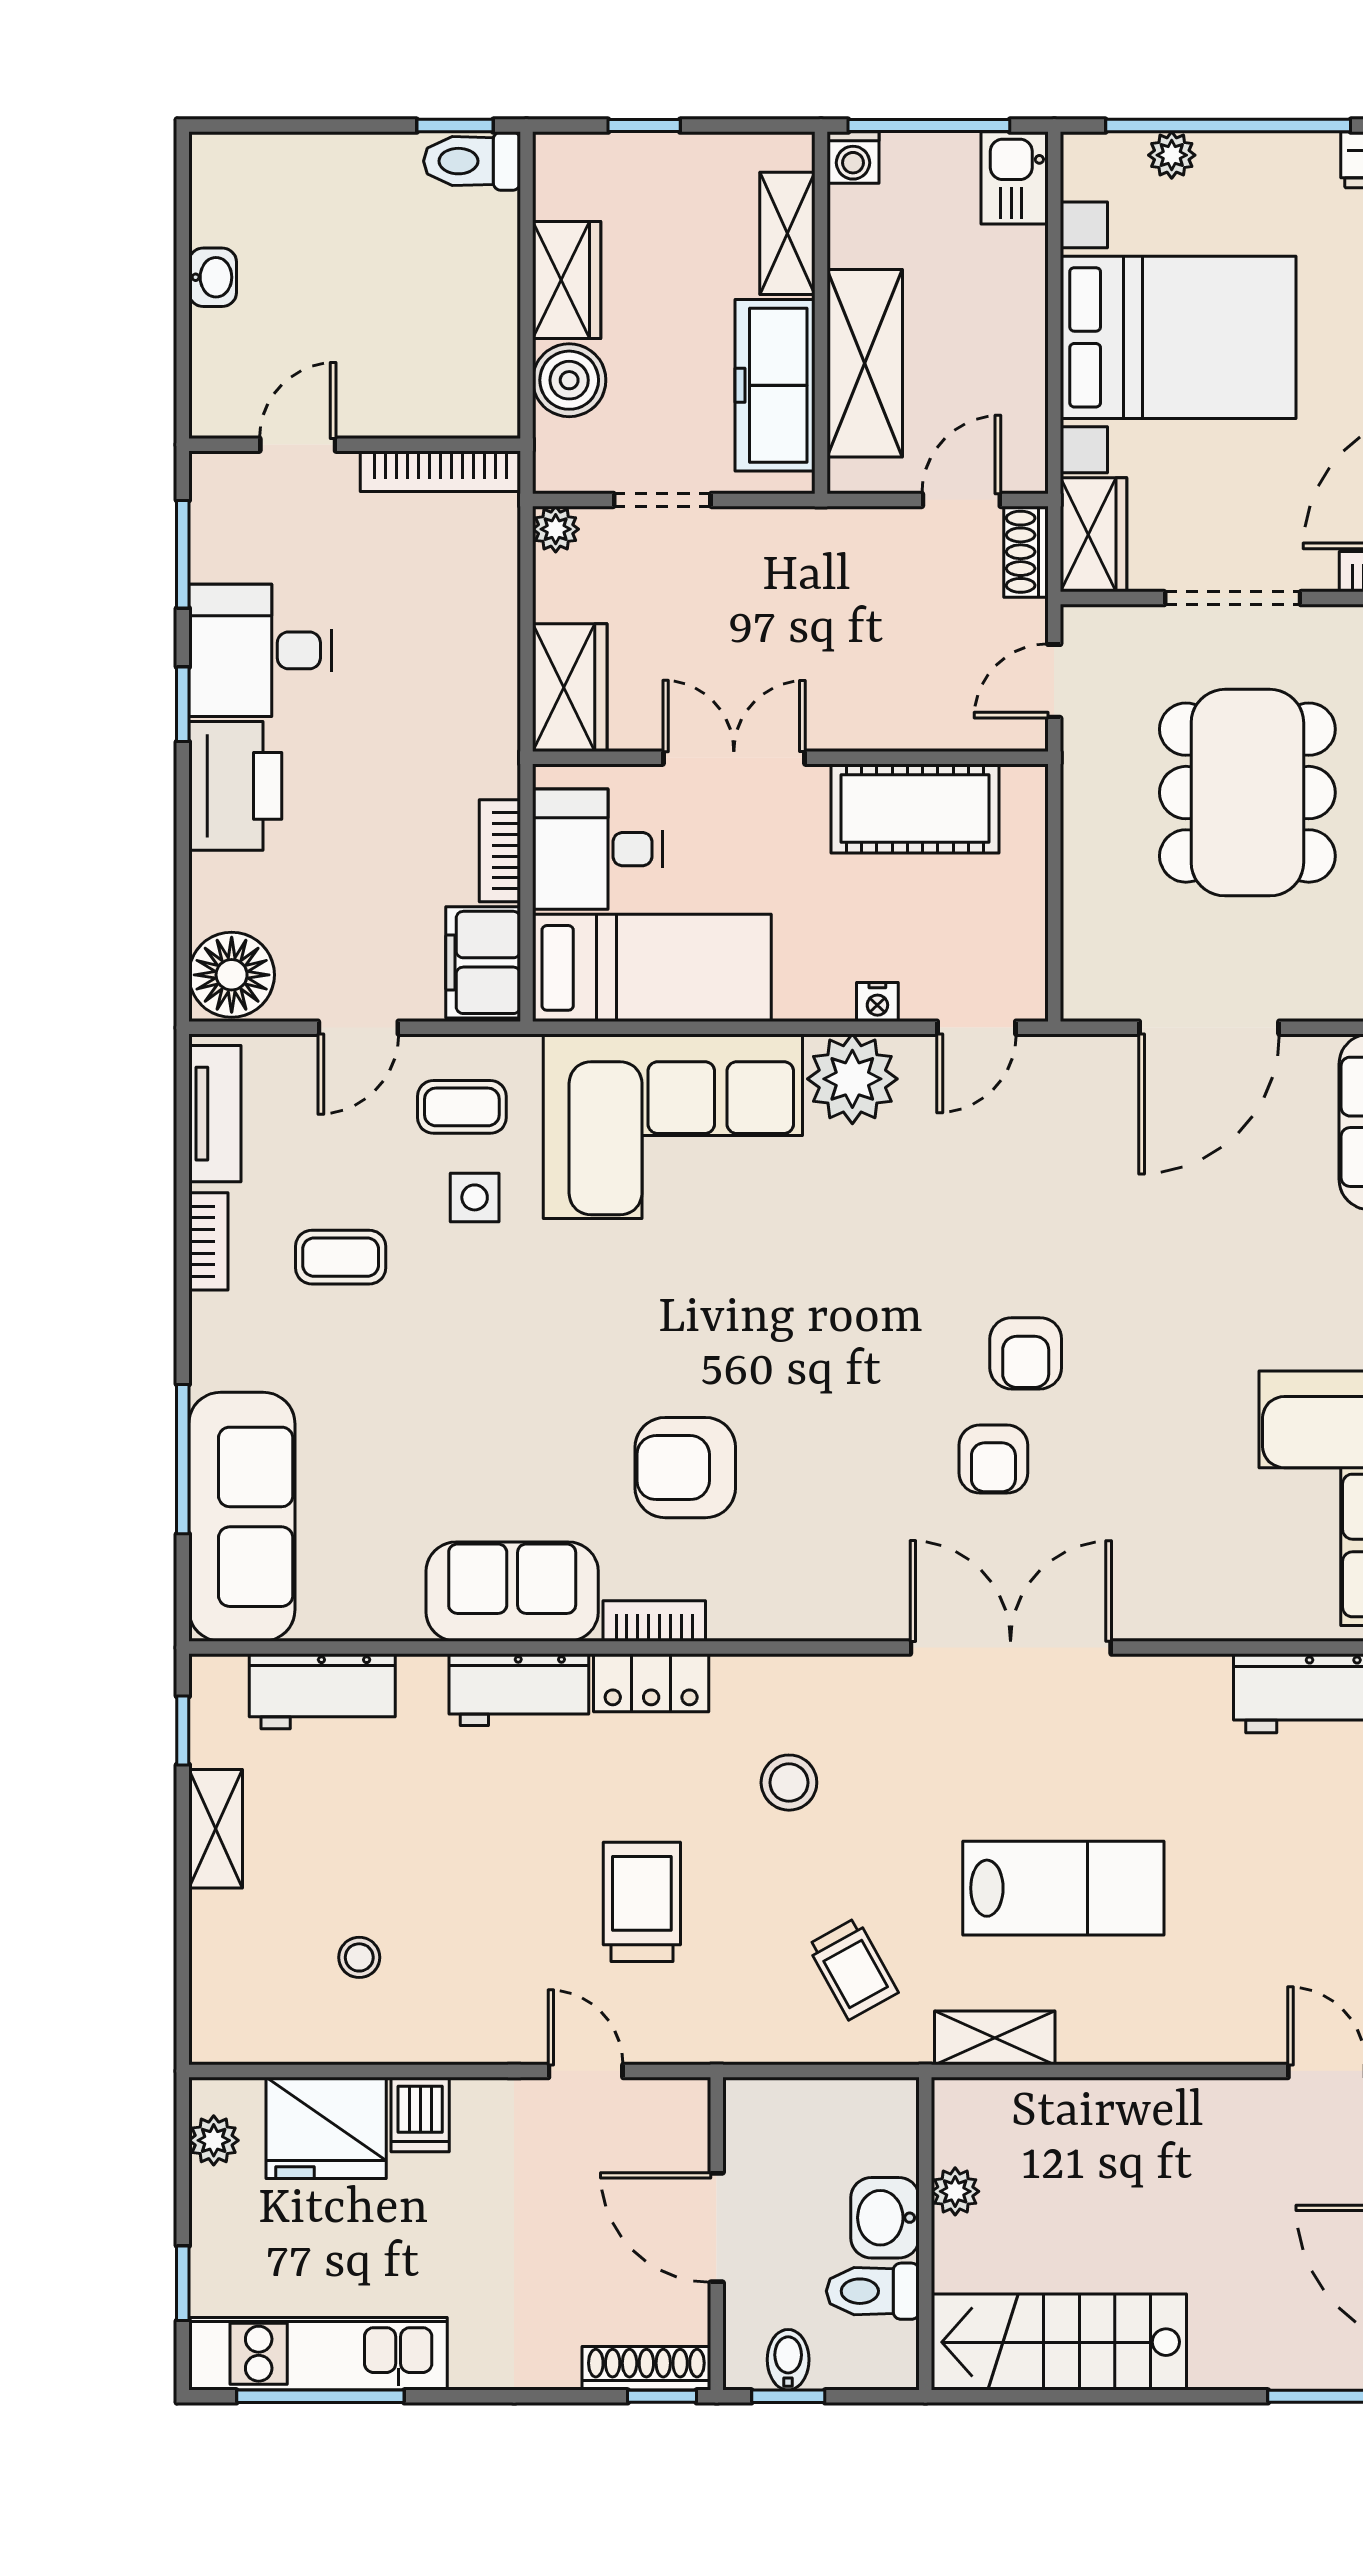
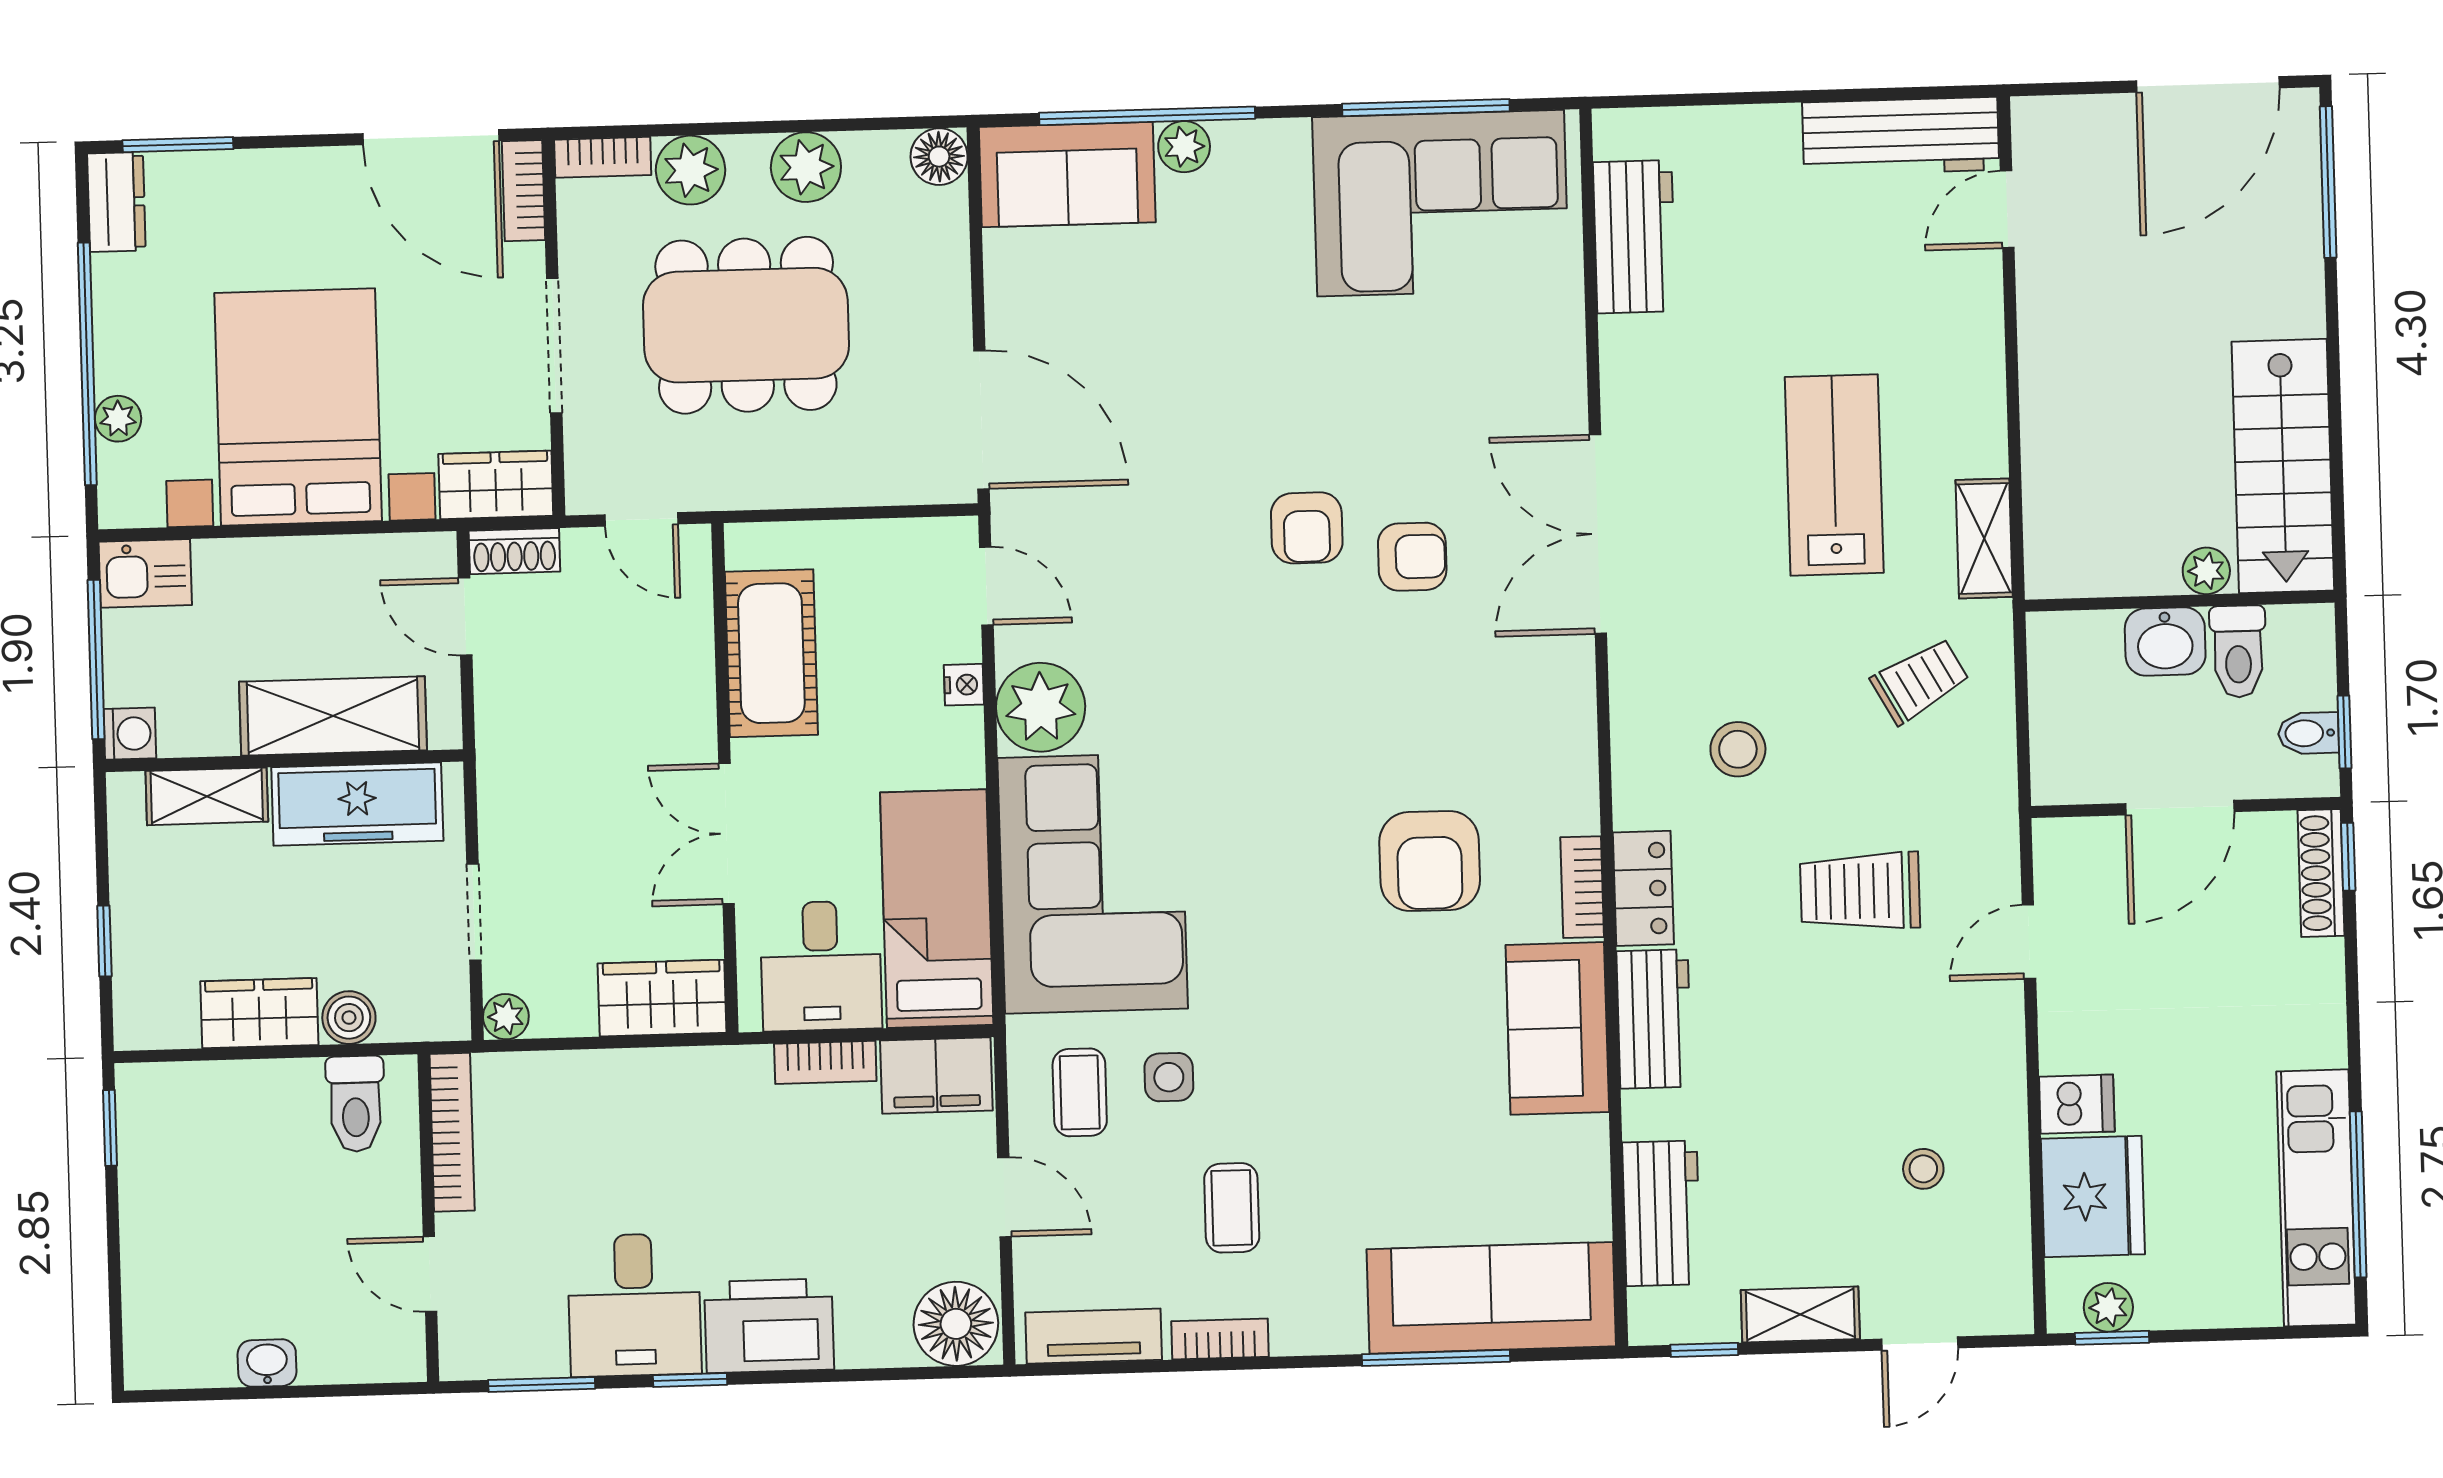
toilet: (472, 161) -> (355, 1104), moved
boiler: (569, 380) -> (349, 1018), width x0.73, depth x0.73
door: (1209, 1028) -> (981, 420), moved
armchair: (1026, 1353) -> (1307, 528), turned 90
door: (183, 1949) -> (1920, 1344), added
plant: (955, 2191) -> (2206, 571), moved
window: (183, 2283) -> (2112, 1338), moved

